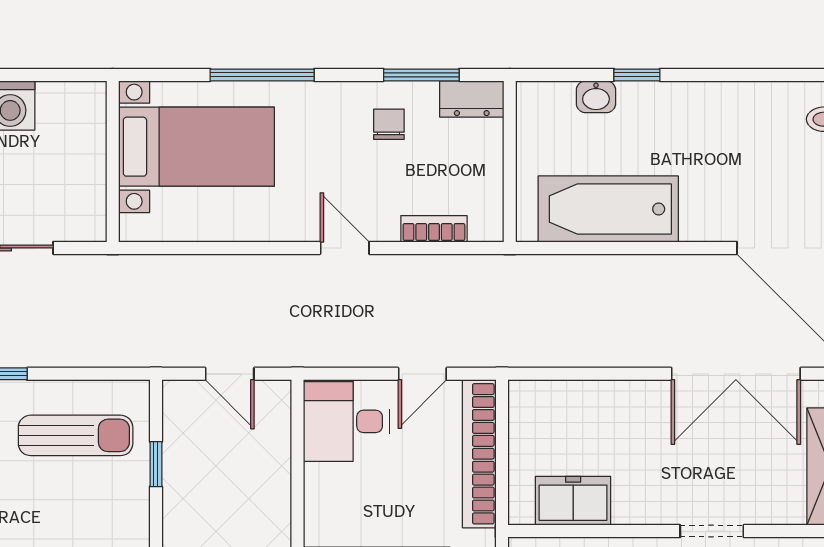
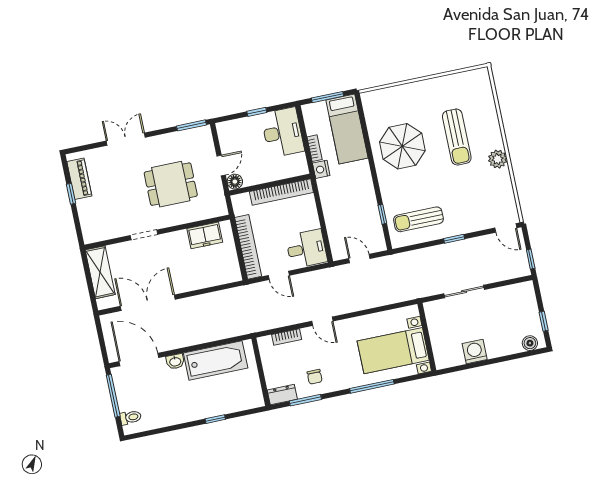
washbasin: (596, 97) -> (175, 361), moved, turned 180
door: (422, 374) -> (279, 275), swing flipped

